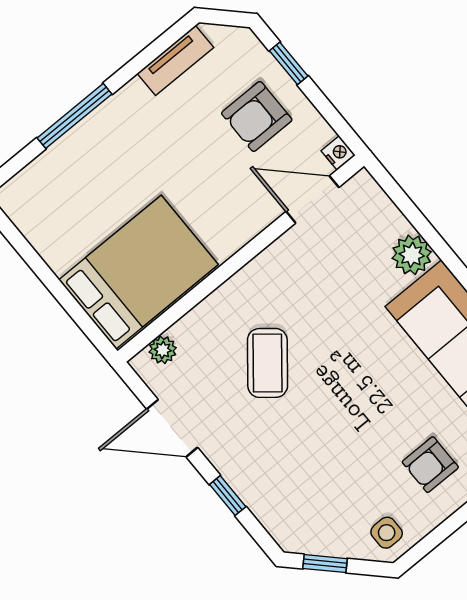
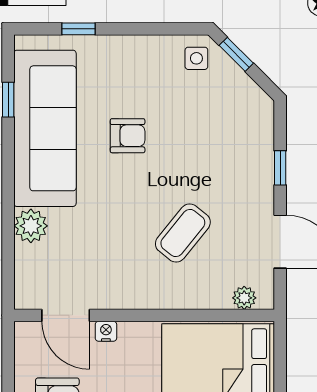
nightstand: (338, 153) -> (106, 331), moved, turned 90
armchair: (430, 465) -> (128, 136), moved
window: (325, 564) -> (236, 54), moved

